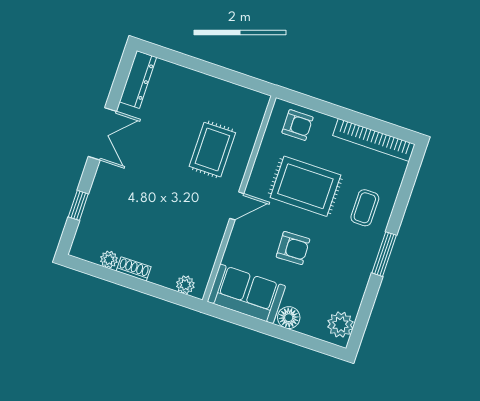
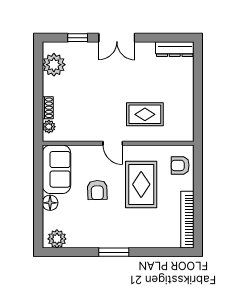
armchair: (298, 125) -> (180, 165), turned 90
double door: (102, 134) -> (117, 38), moved
coffee table: (365, 208) -> (140, 229), removed
plant: (109, 260) -> (54, 65), width x1.87, depth x1.87
shoe rack: (134, 269) -> (48, 108), moved

